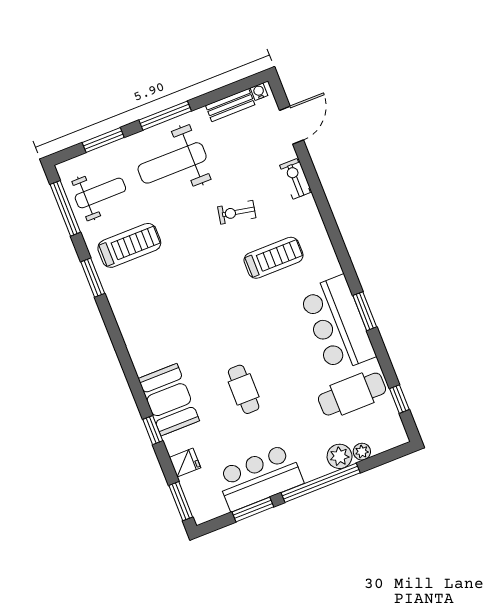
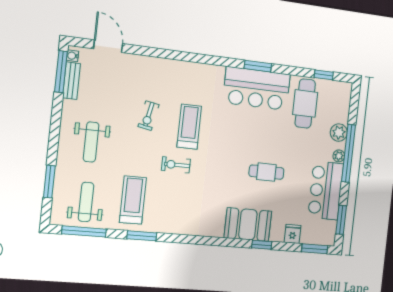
window: (165, 116) -> (61, 72), moved
weight bench: (172, 163) -> (91, 142), width x0.73, depth x0.75
exercise bike: (295, 179) -> (176, 165), moved
treadmill: (274, 258) -> (189, 127), moved
plant: (362, 452) -> (339, 156), moved
window: (253, 509) -> (341, 220), moved

